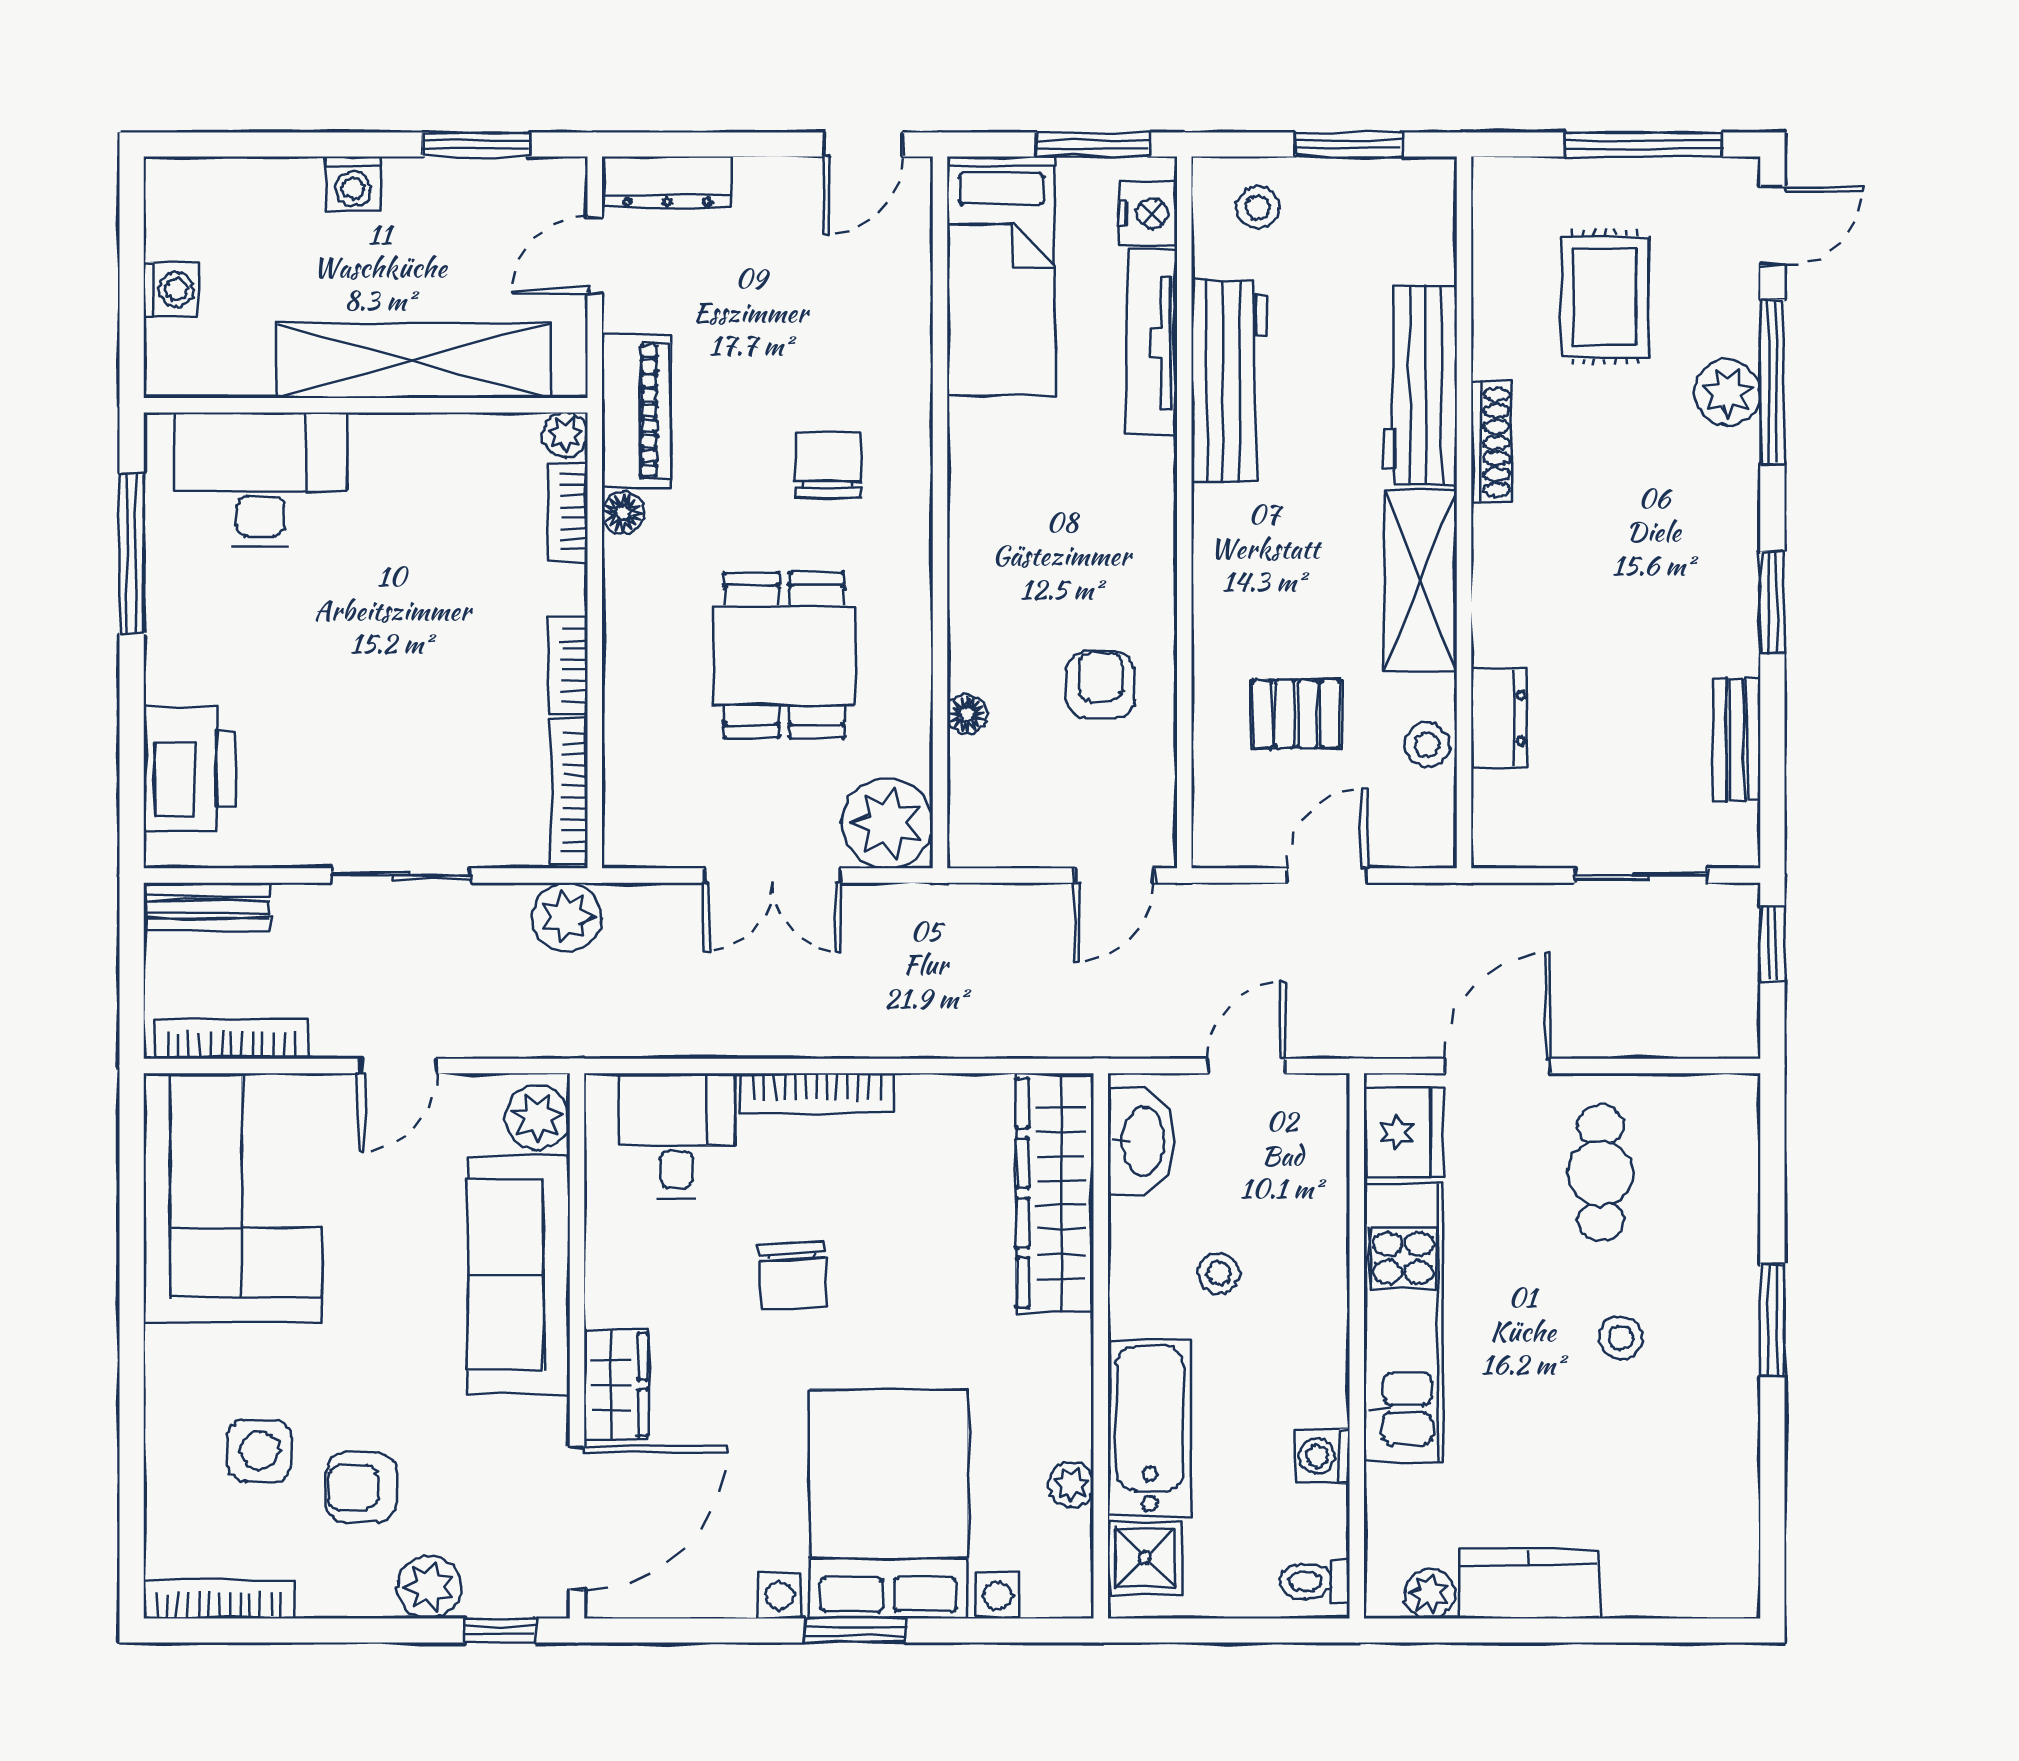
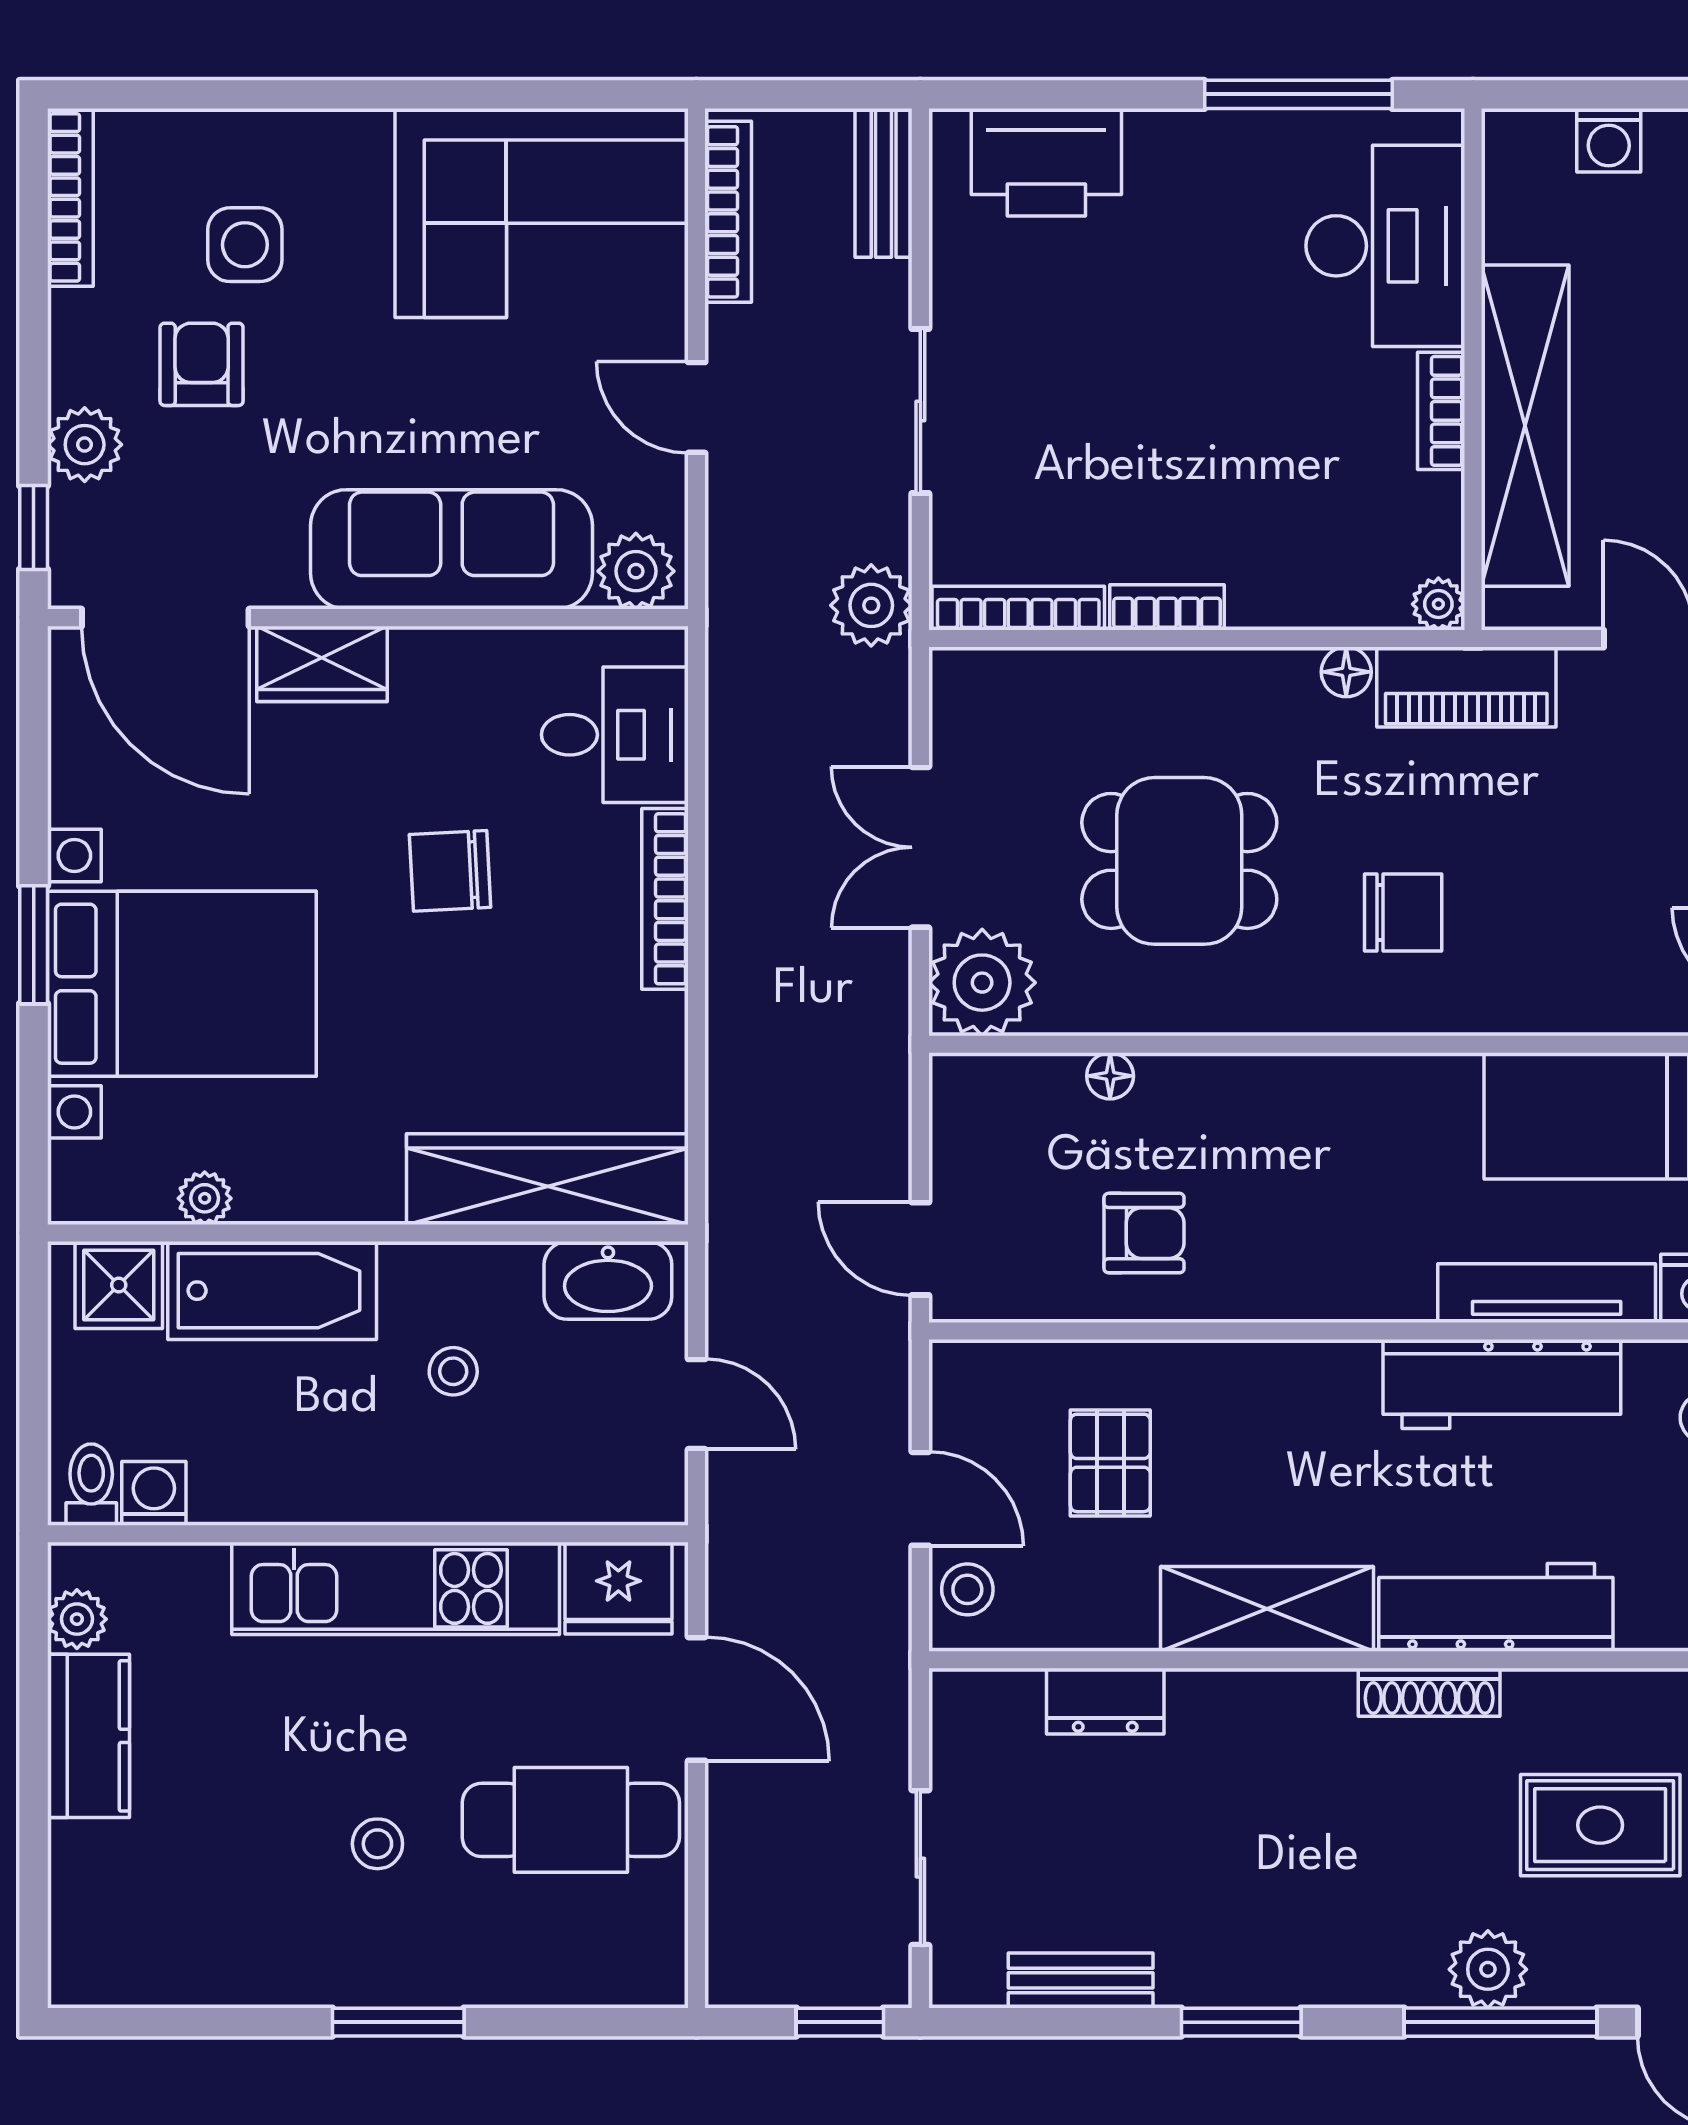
bookcase: (568, 512) -> (1441, 411), moved, turned -90
stool: (1427, 745) -> (967, 1589), moved
cafe table: (1600, 1173) -> (571, 1820), width x1.37, depth x1.35
washing machine: (1322, 1456) -> (154, 1493), moved

